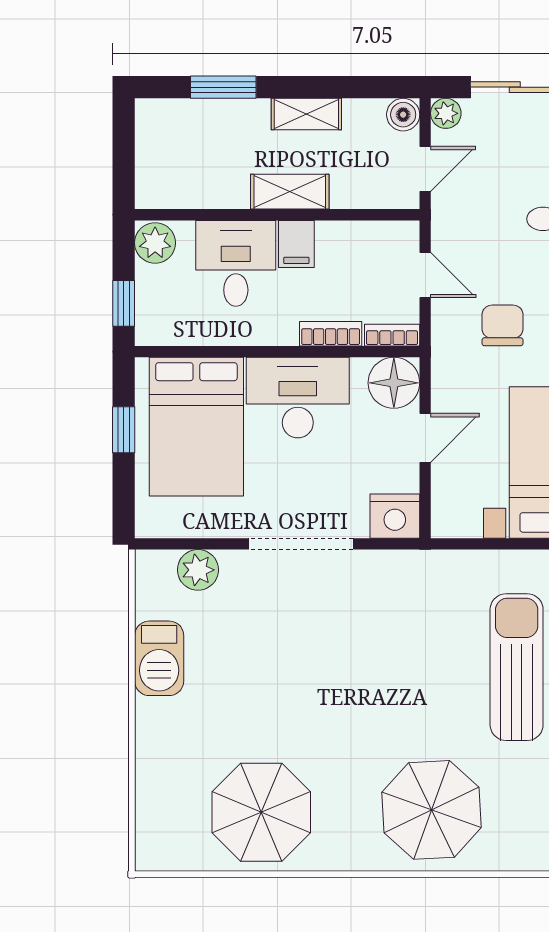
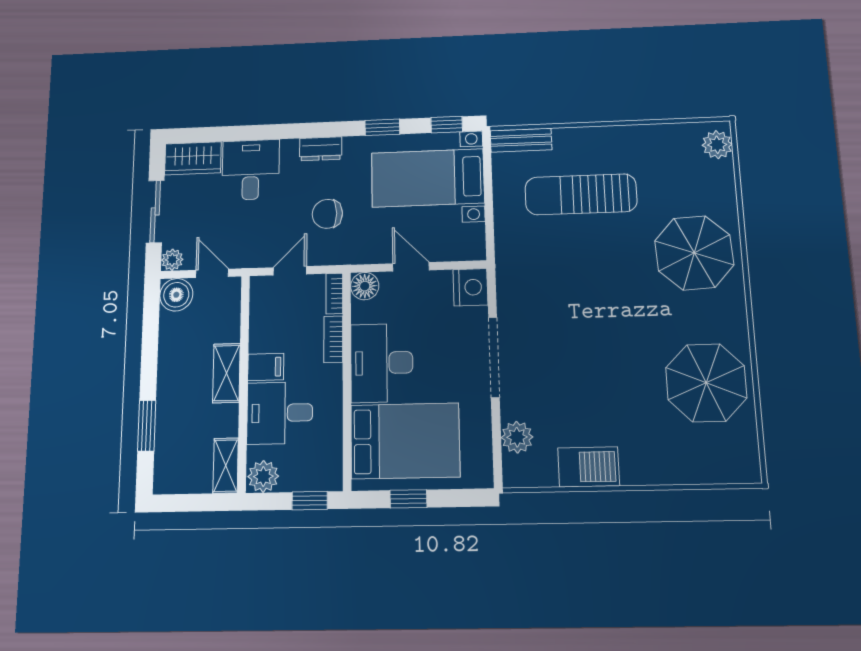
shelving: (306, 114) -> (226, 466), moved
boiler: (403, 115) -> (176, 295), width x1.36, depth x1.36
floor lamp: (394, 383) -> (365, 286), width x0.73, depth x0.73

